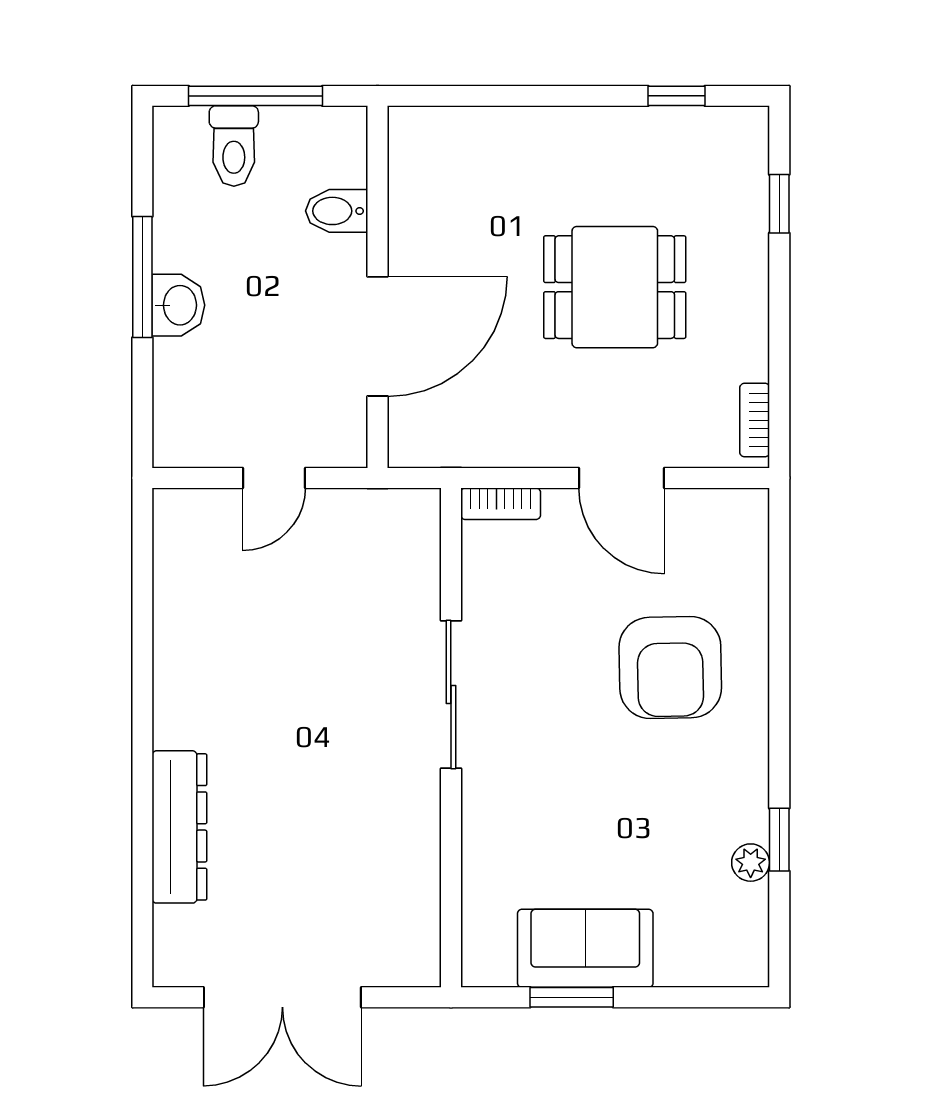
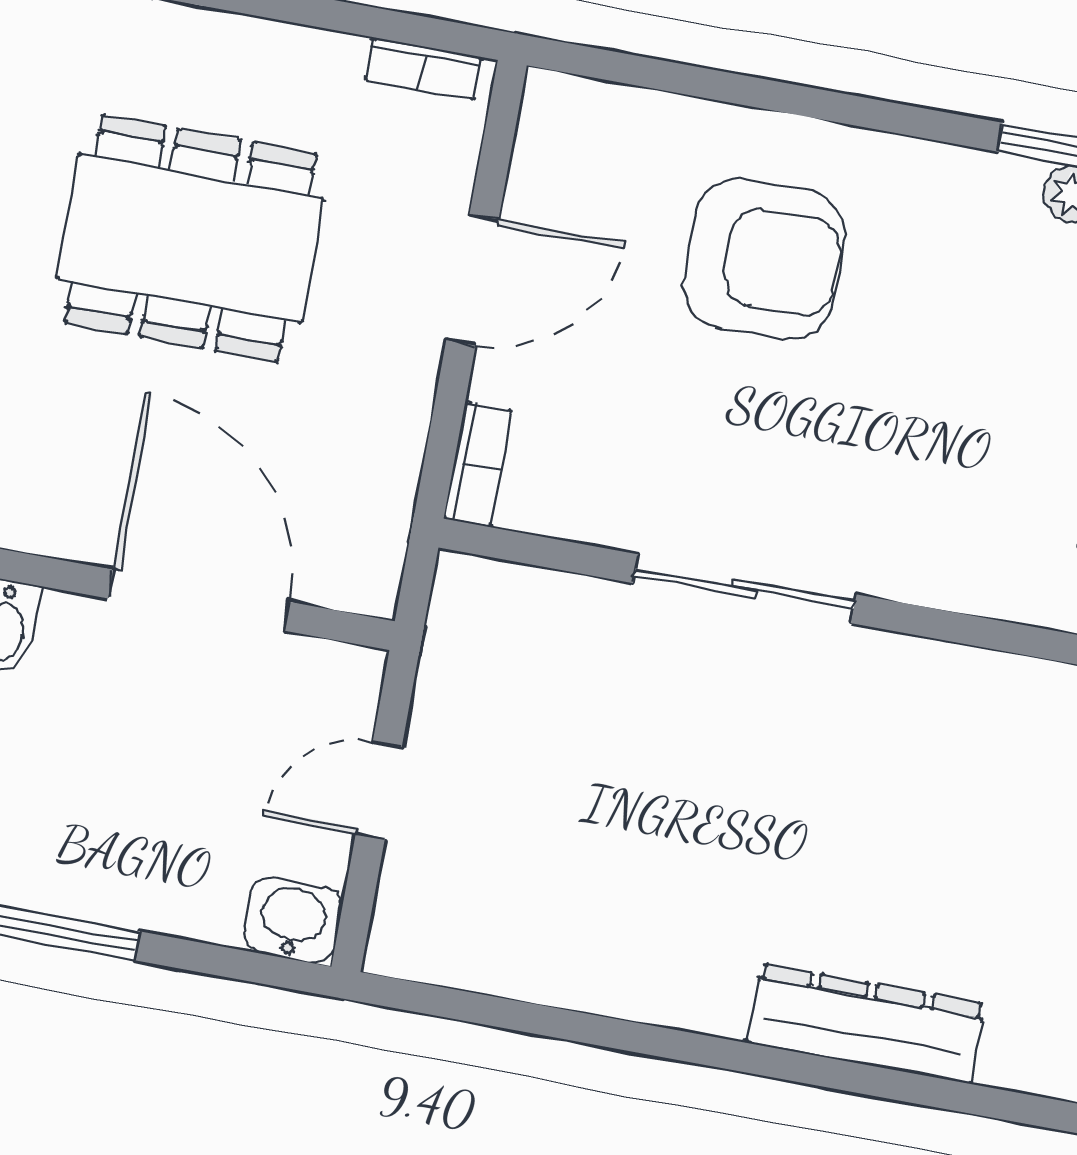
dining table: (615, 287) -> (190, 238), width x1.37
washbasin: (178, 305) -> (293, 920), moved
door: (274, 478) -> (379, 790), swing flipped

